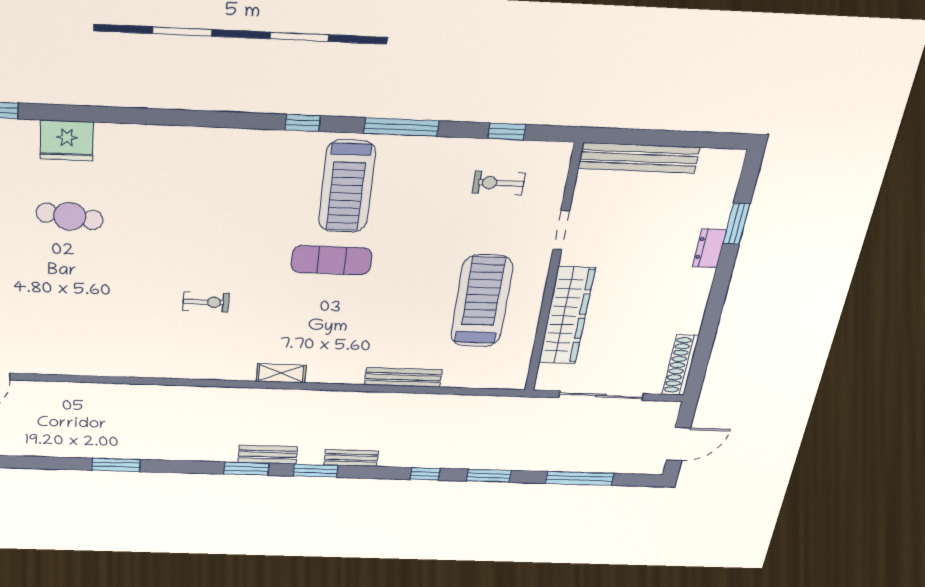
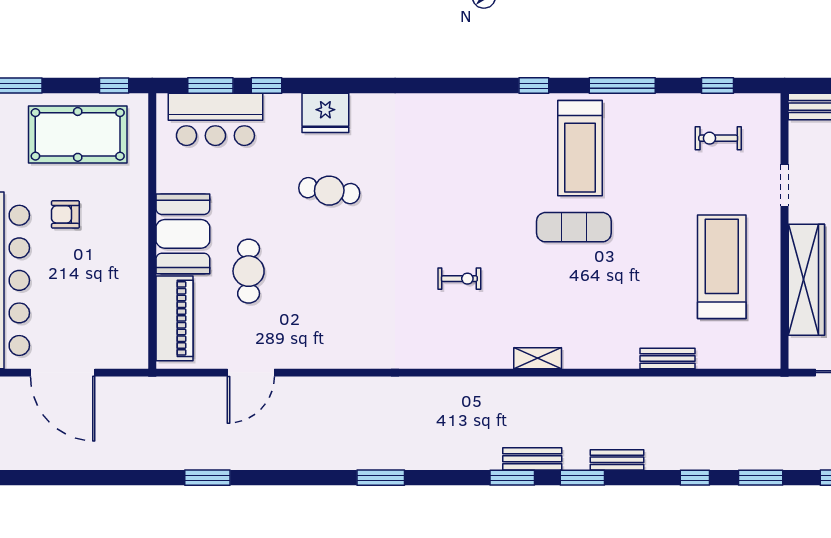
bench: (403, 377) -> (668, 358), width x0.73

